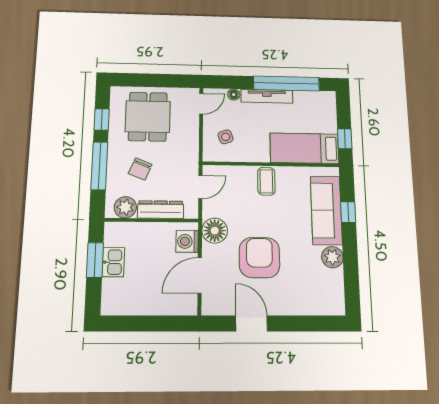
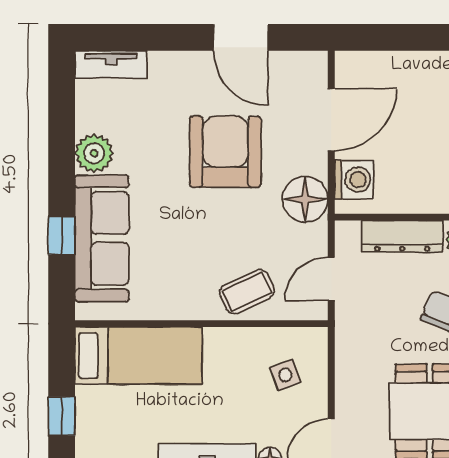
window: (345, 139) -> (62, 416), moved
coffee table: (266, 181) -> (247, 292), moved, turned 65
armchair: (259, 258) -> (225, 152), turned 180
tv unit: (325, 308) -> (111, 64), added

